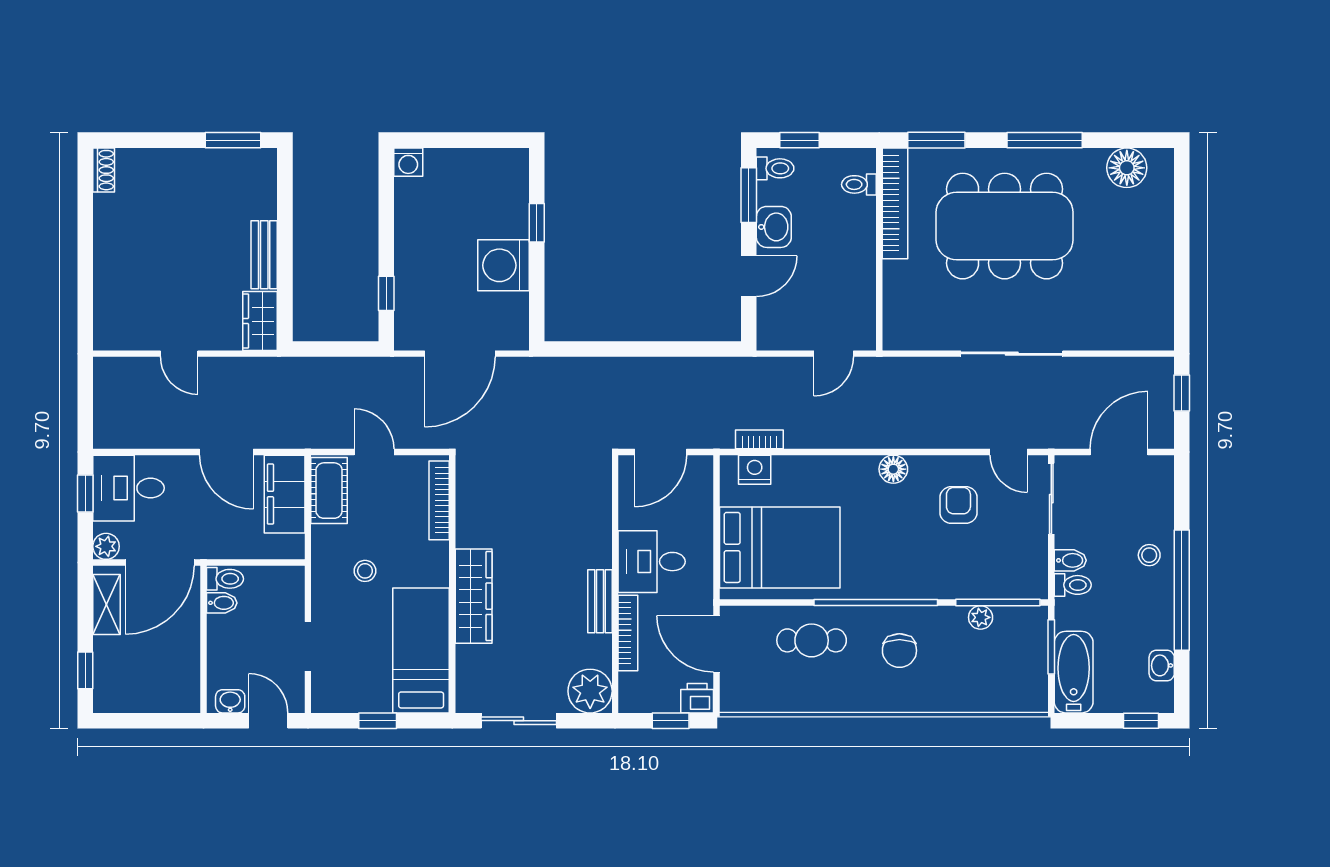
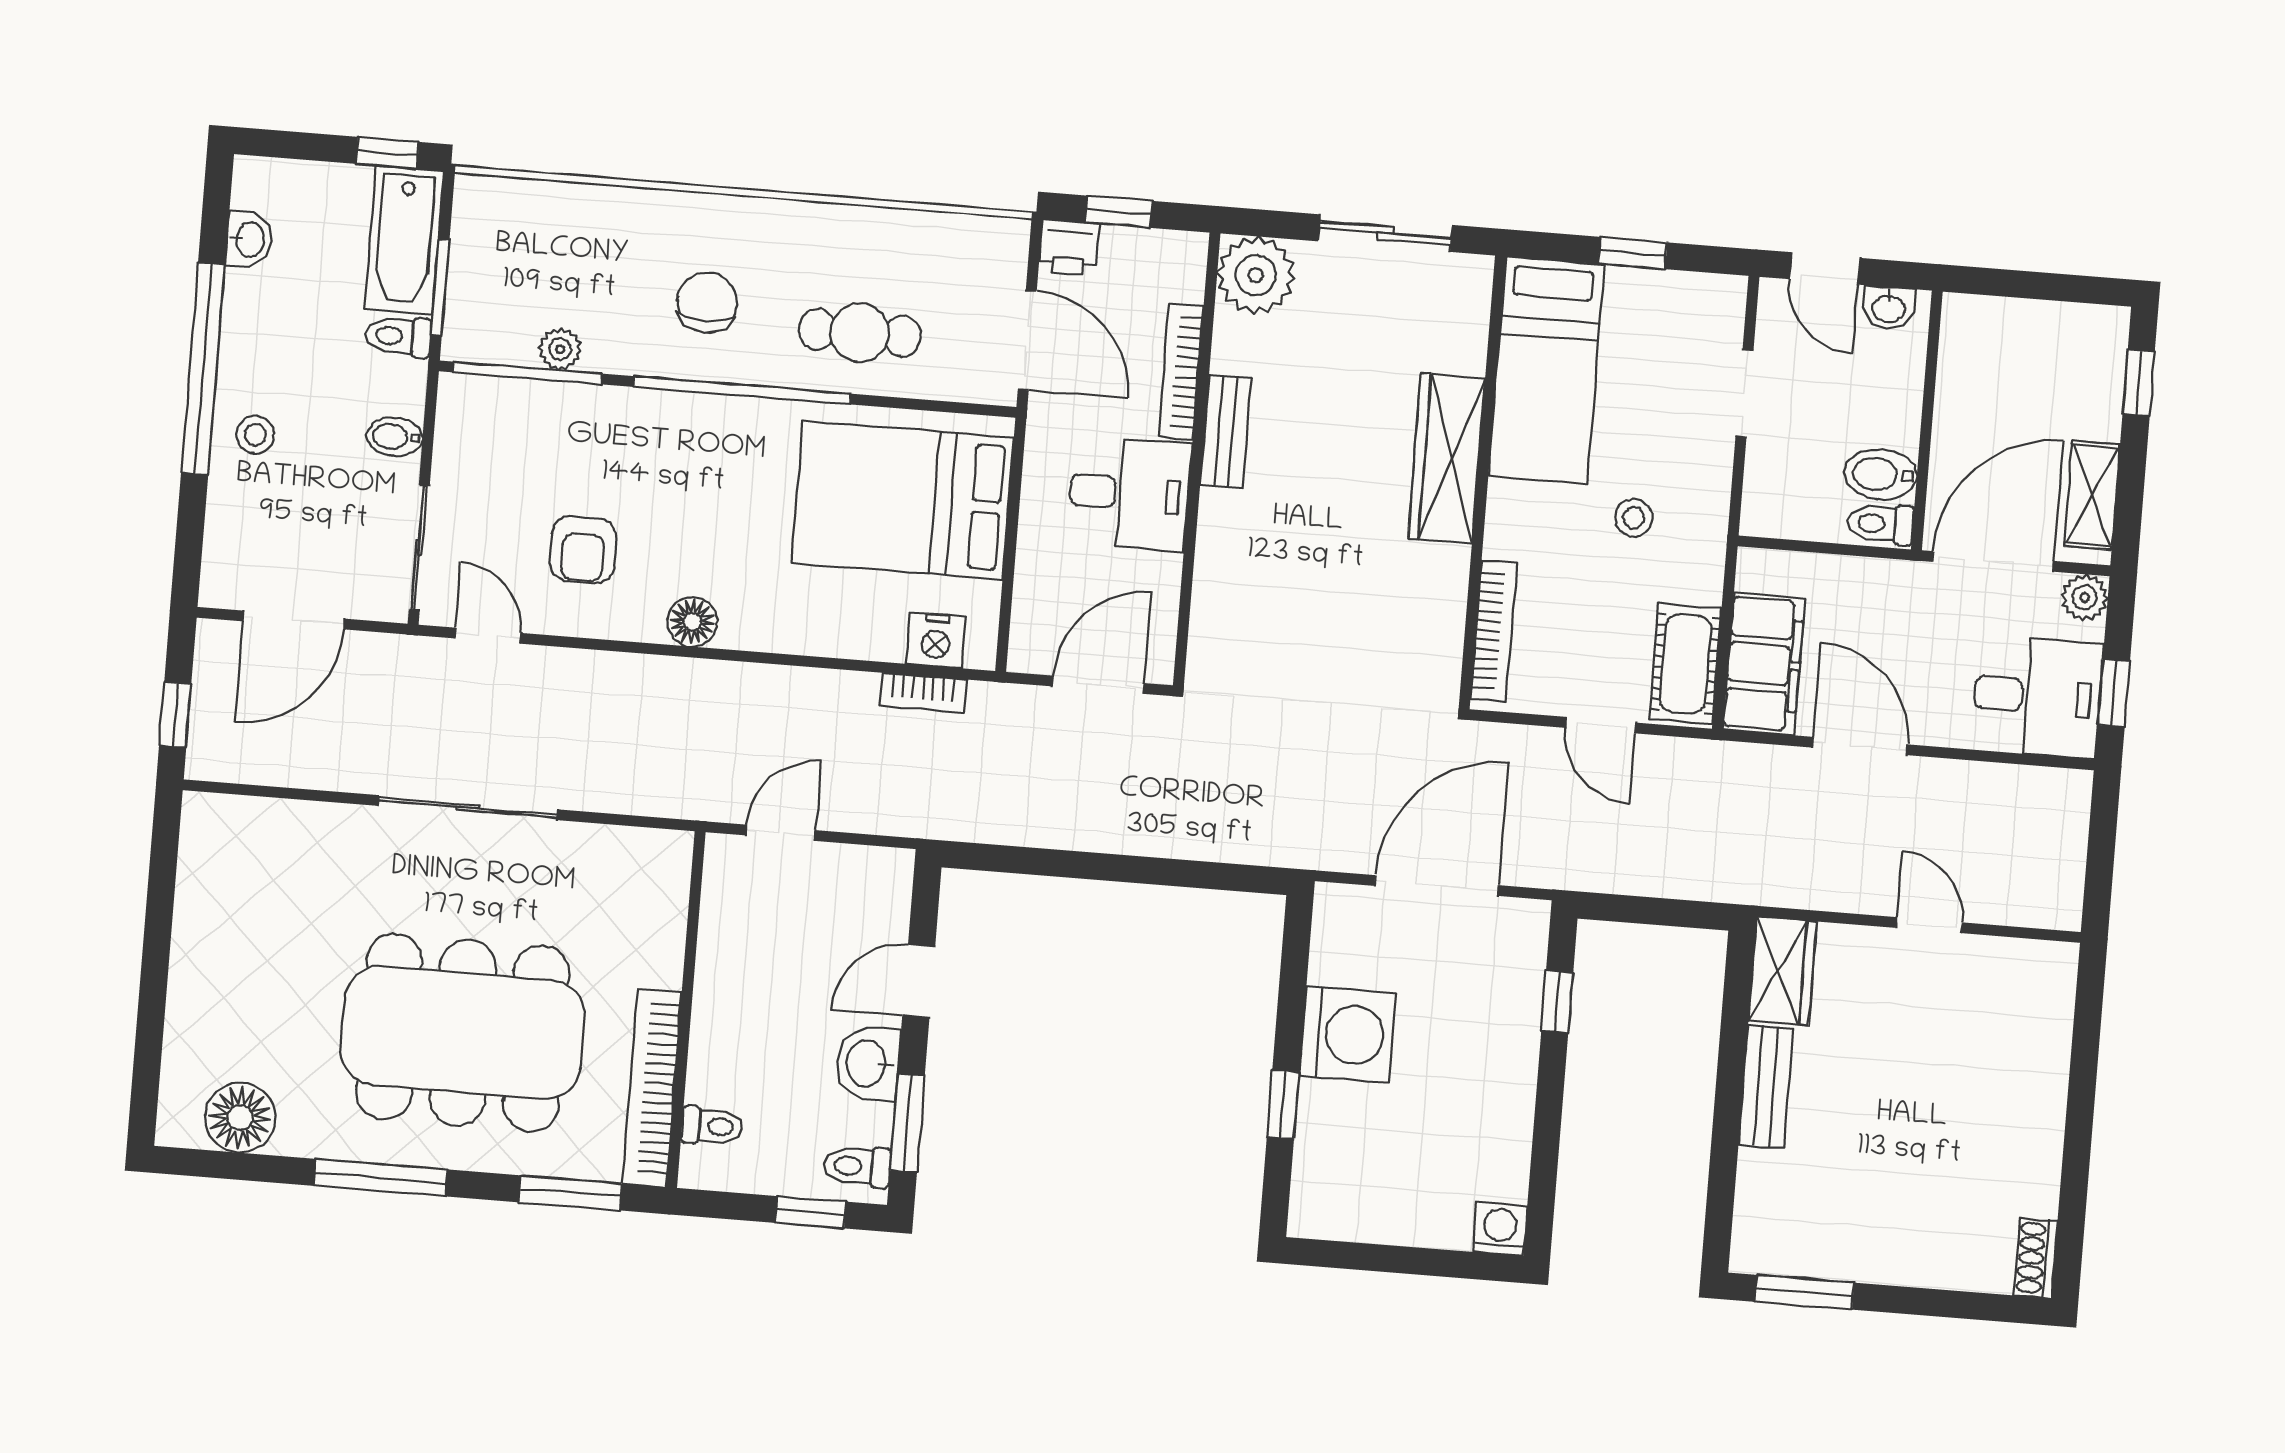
toilet: (1073, 585) -> (398, 336), moved
bidet: (222, 603) -> (1881, 474), width x1.38, depth x1.36
window: (1141, 721) -> (387, 153), moved

